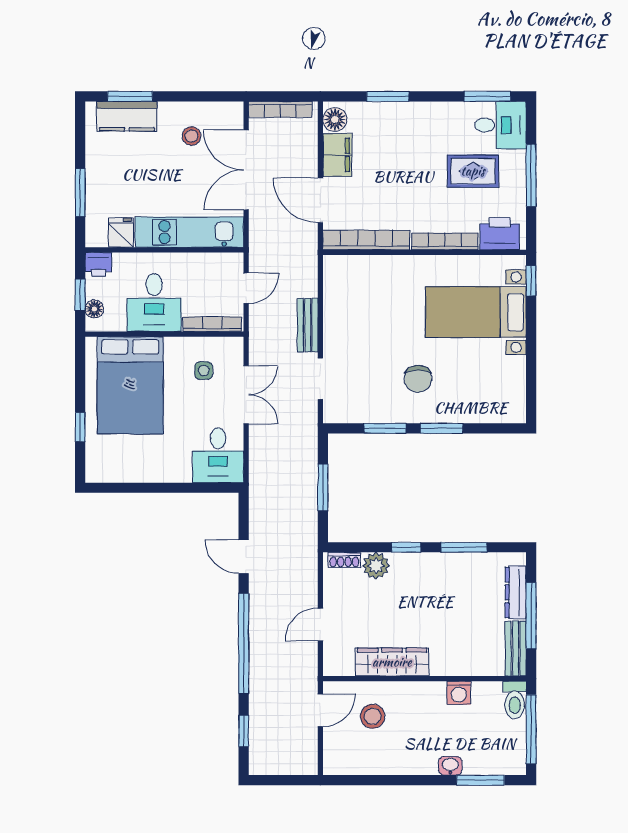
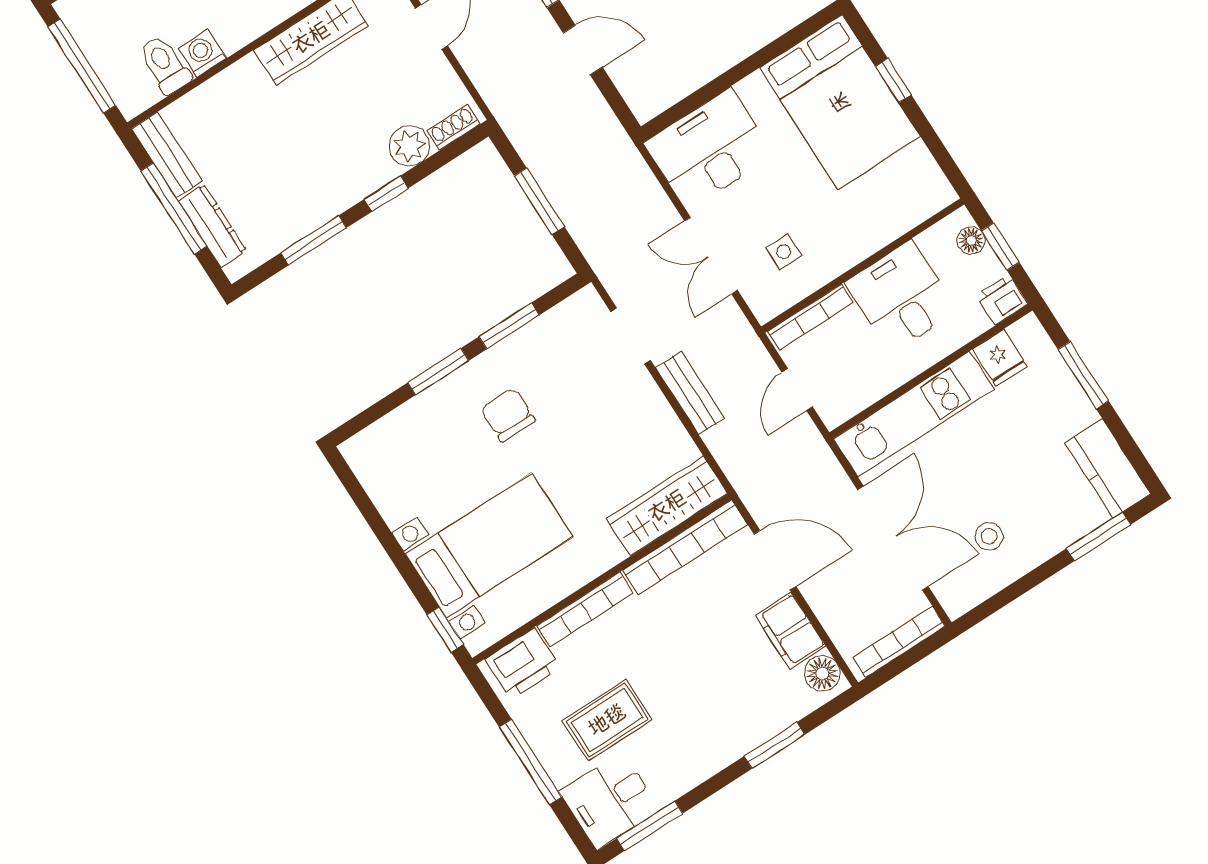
kitchen counter: (127, 116) -> (1108, 468), moved, turned -90
wardrobe: (362, 270) -> (667, 506), added
bed: (130, 385) -> (840, 102), moved, turned 180
desk: (218, 455) -> (709, 149), width x1.37
toilet: (515, 700) -> (165, 65), moved

